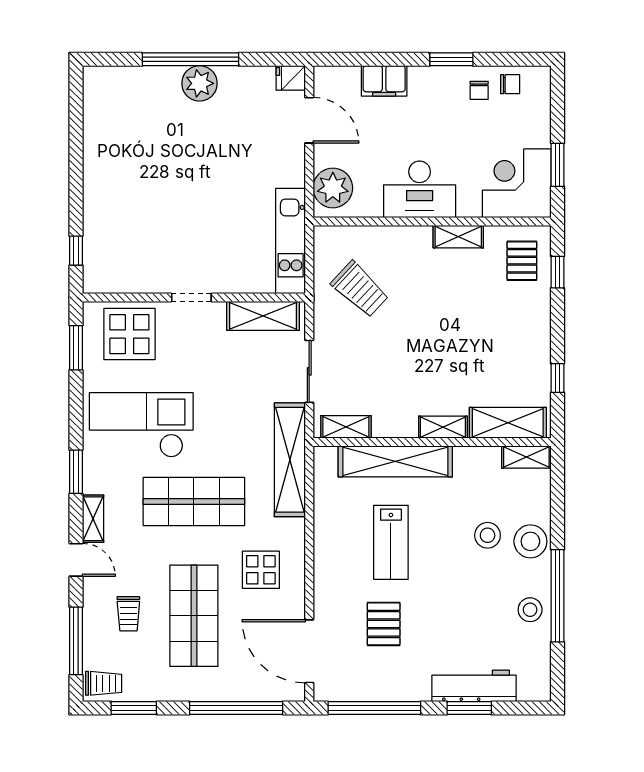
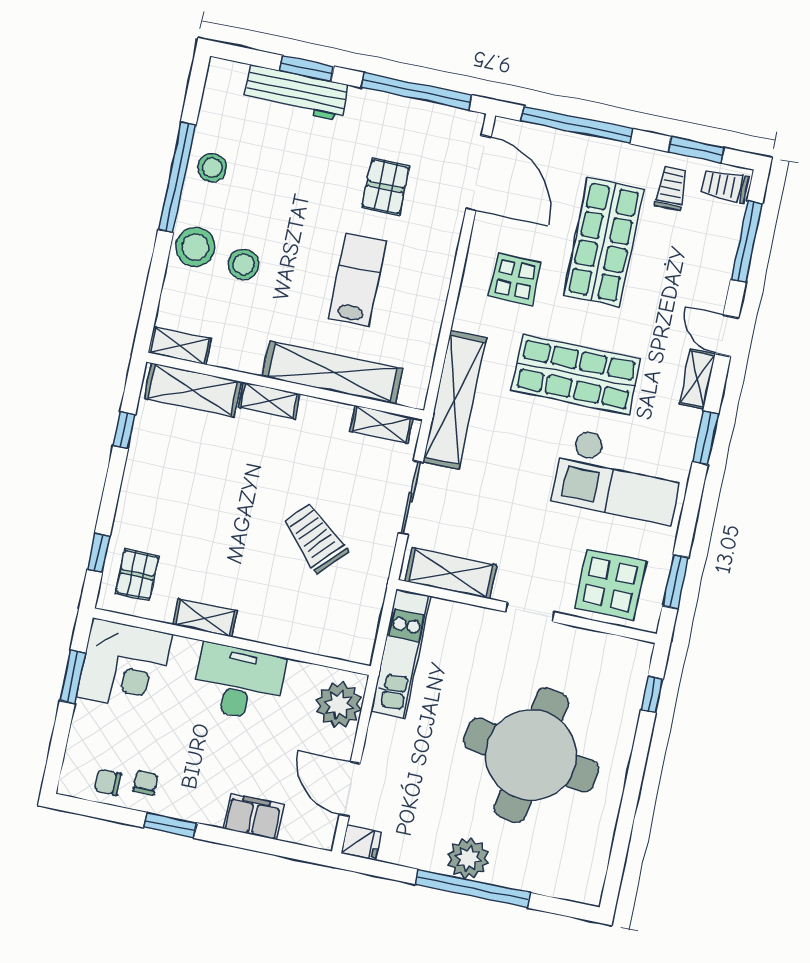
round table: (165, 180) -> (531, 755), added
trolley: (360, 289) -> (315, 538), moved
trolley: (128, 614) -> (671, 188), moved

